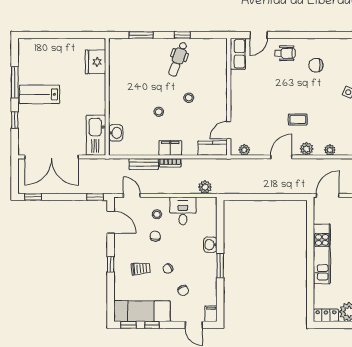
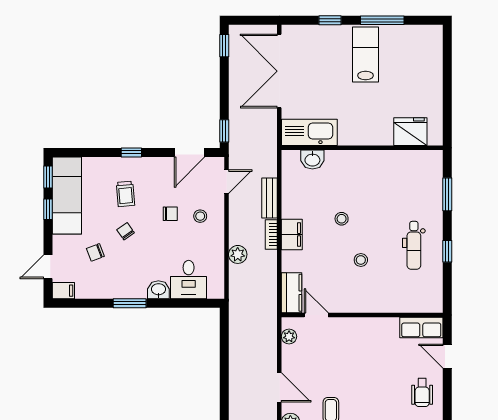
dental chair: (178, 59) -> (414, 245), turned -110
plant: (205, 187) -> (238, 254), moved
desk: (183, 211) -> (189, 280), moved, turned 90

